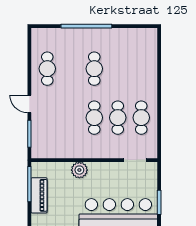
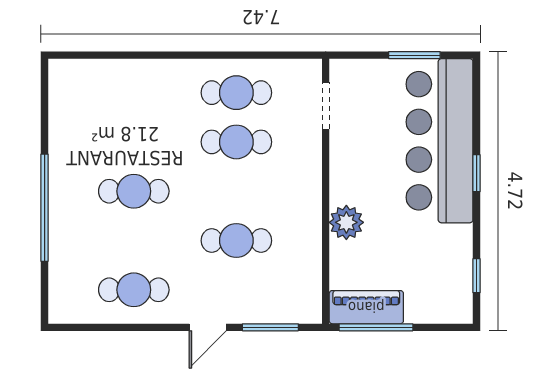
cafe table: (94, 118) -> (236, 241), moved
piano: (39, 195) -> (366, 307), moved

